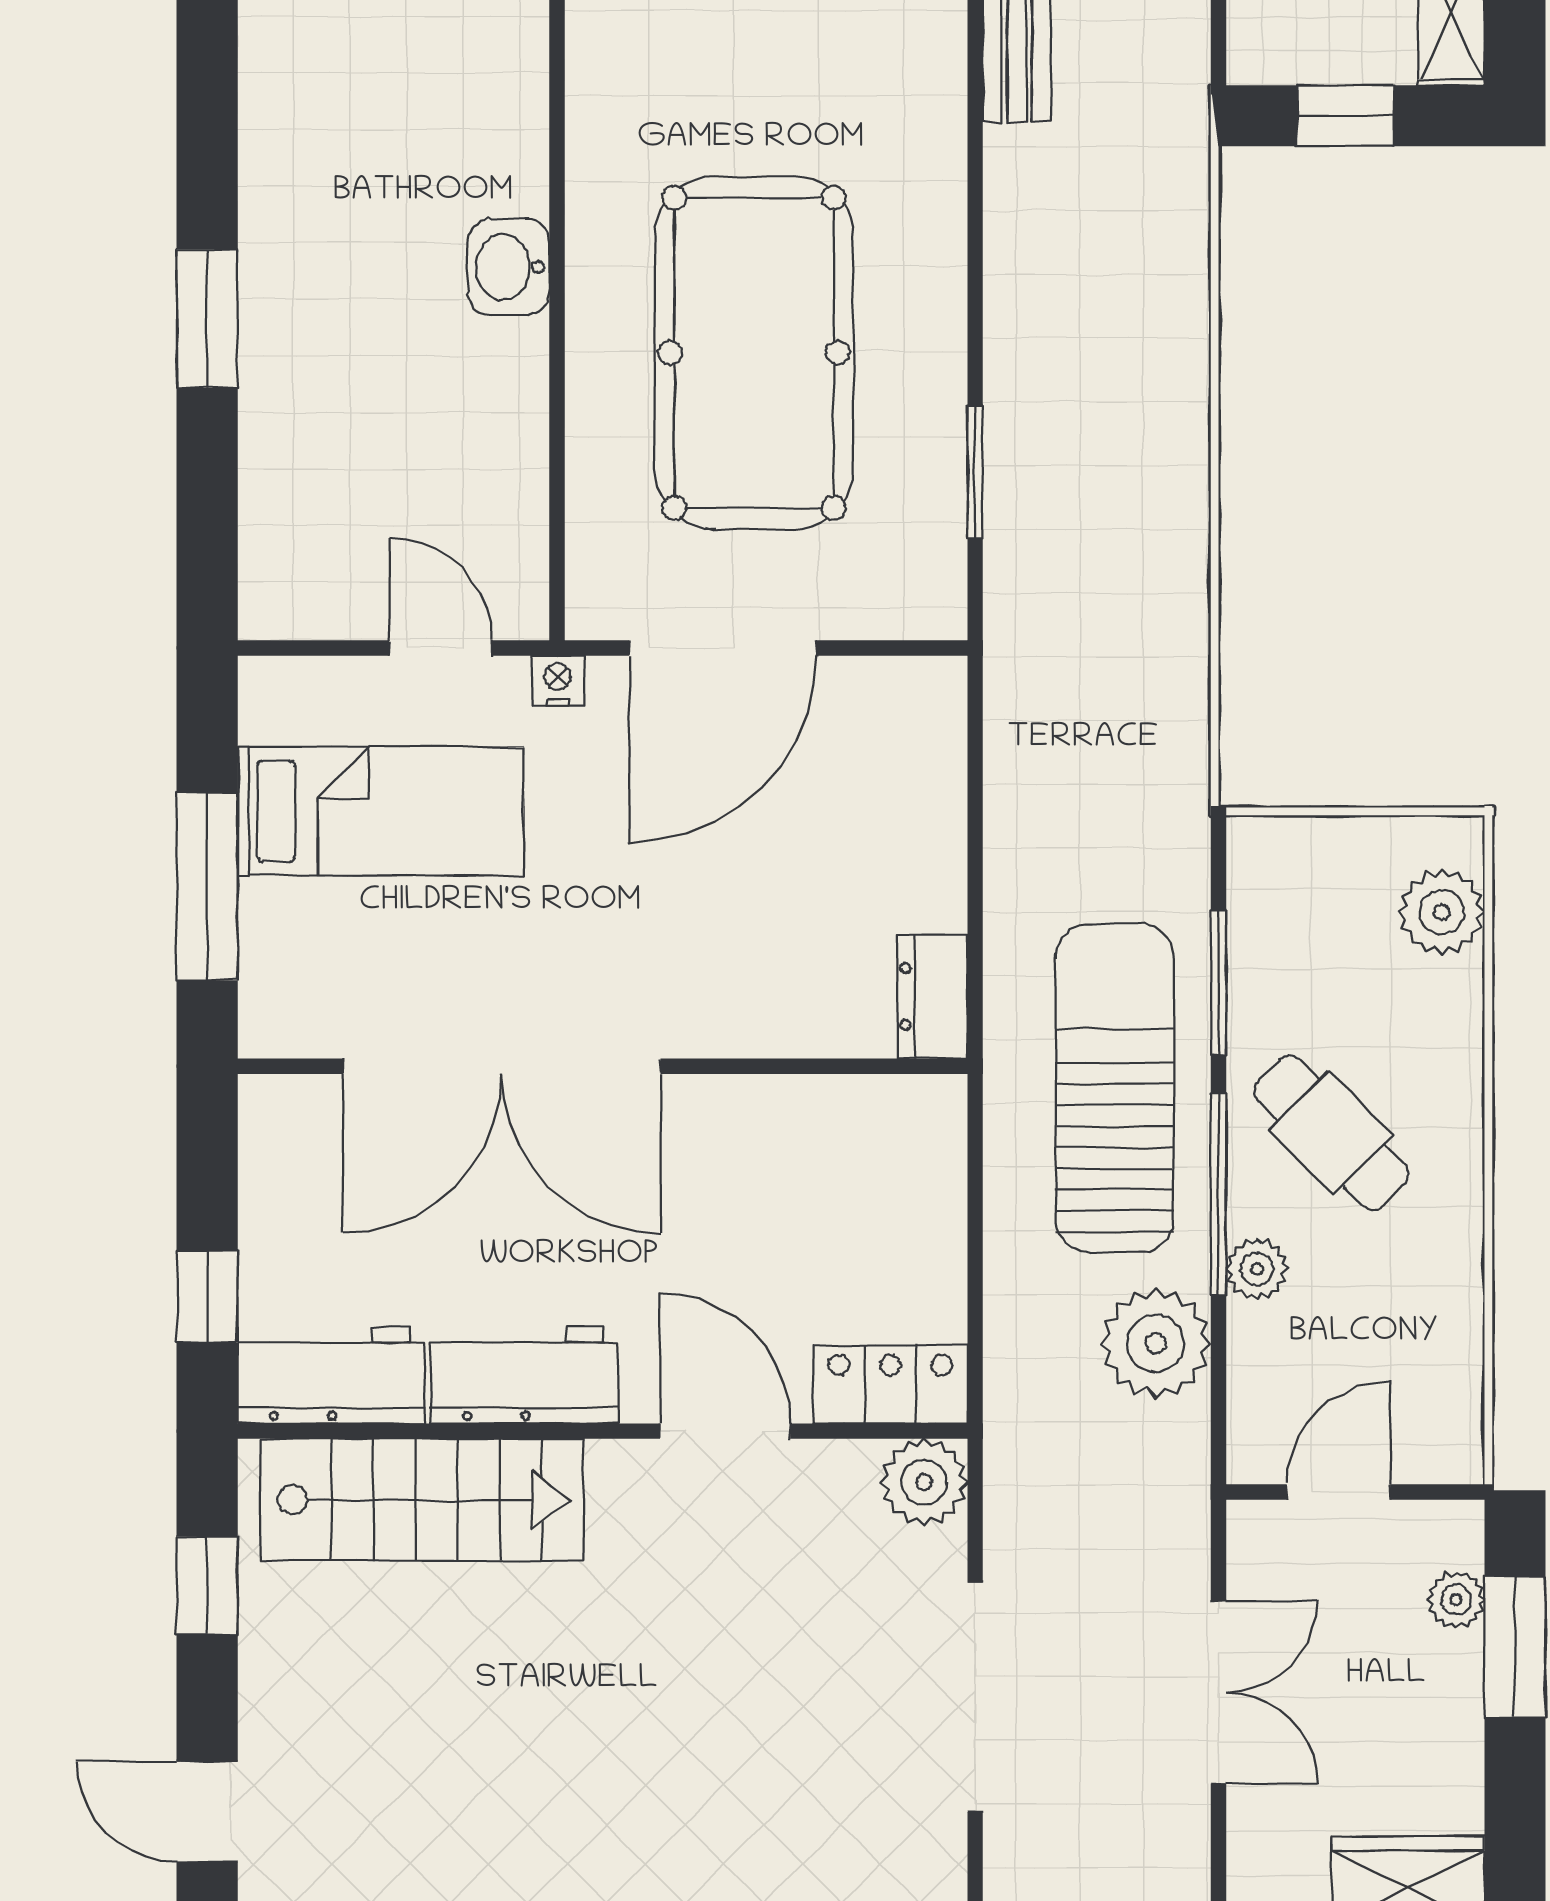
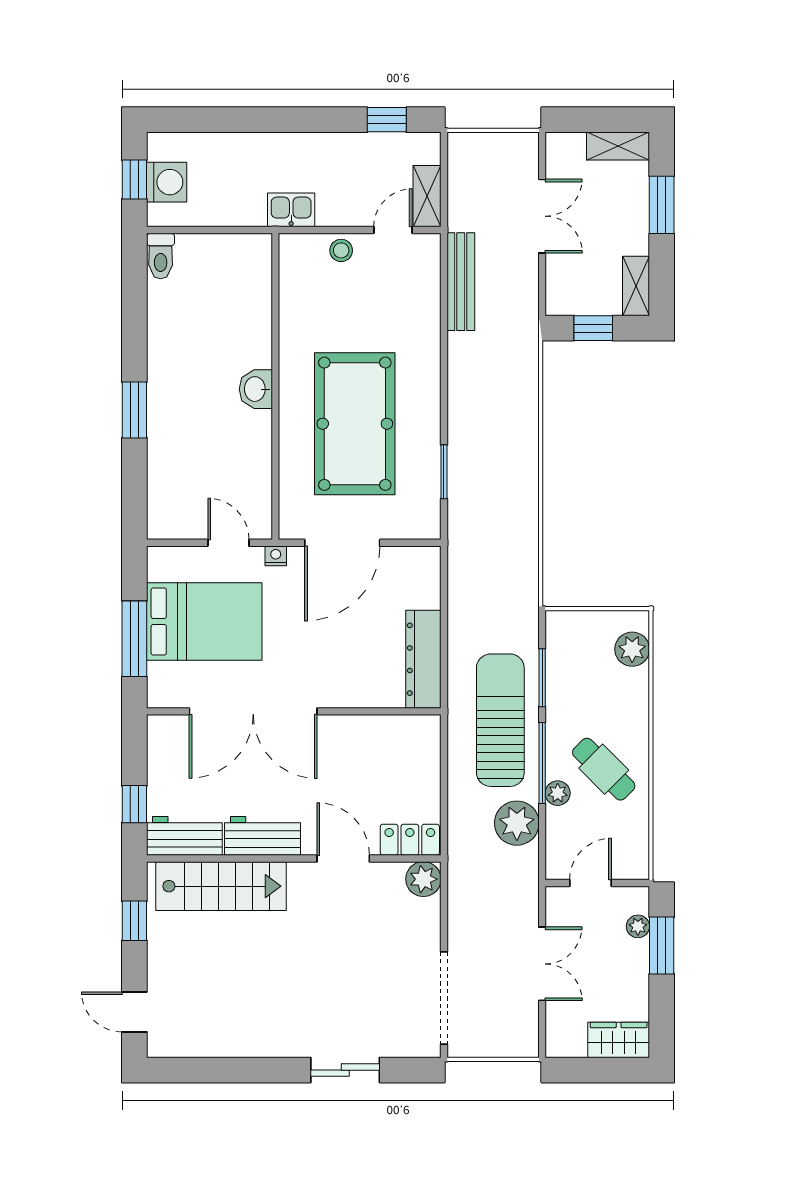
bed: (380, 811) -> (204, 622), width x1.50
dresser: (933, 997) -> (423, 659), width x1.96, depth x1.24
cafe table: (1331, 1133) -> (604, 769), moved
doorway: (975, 1697) -> (444, 998), moved

